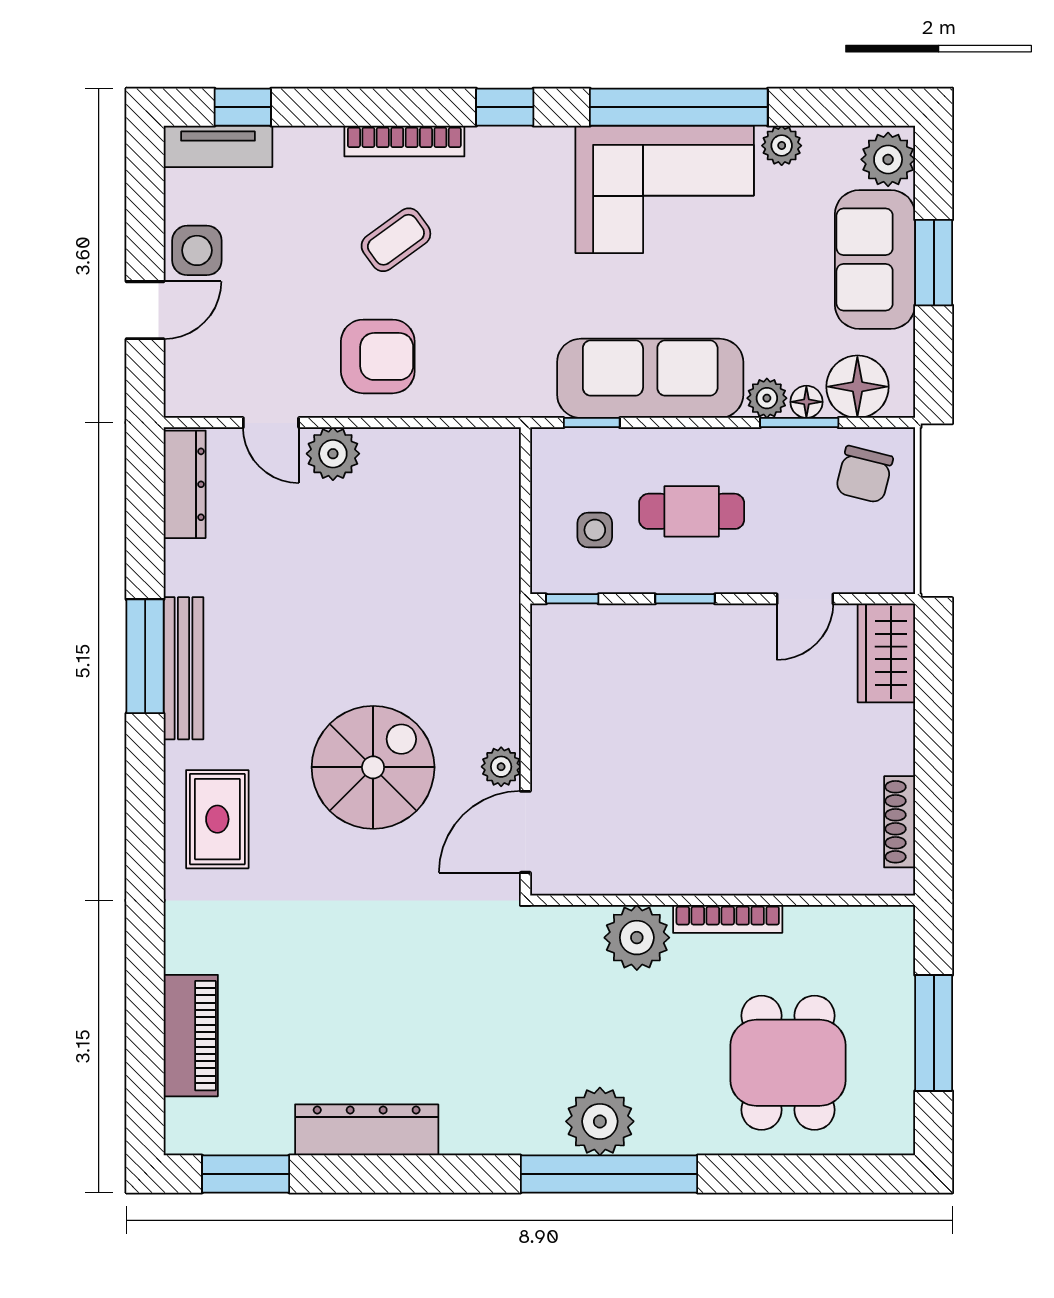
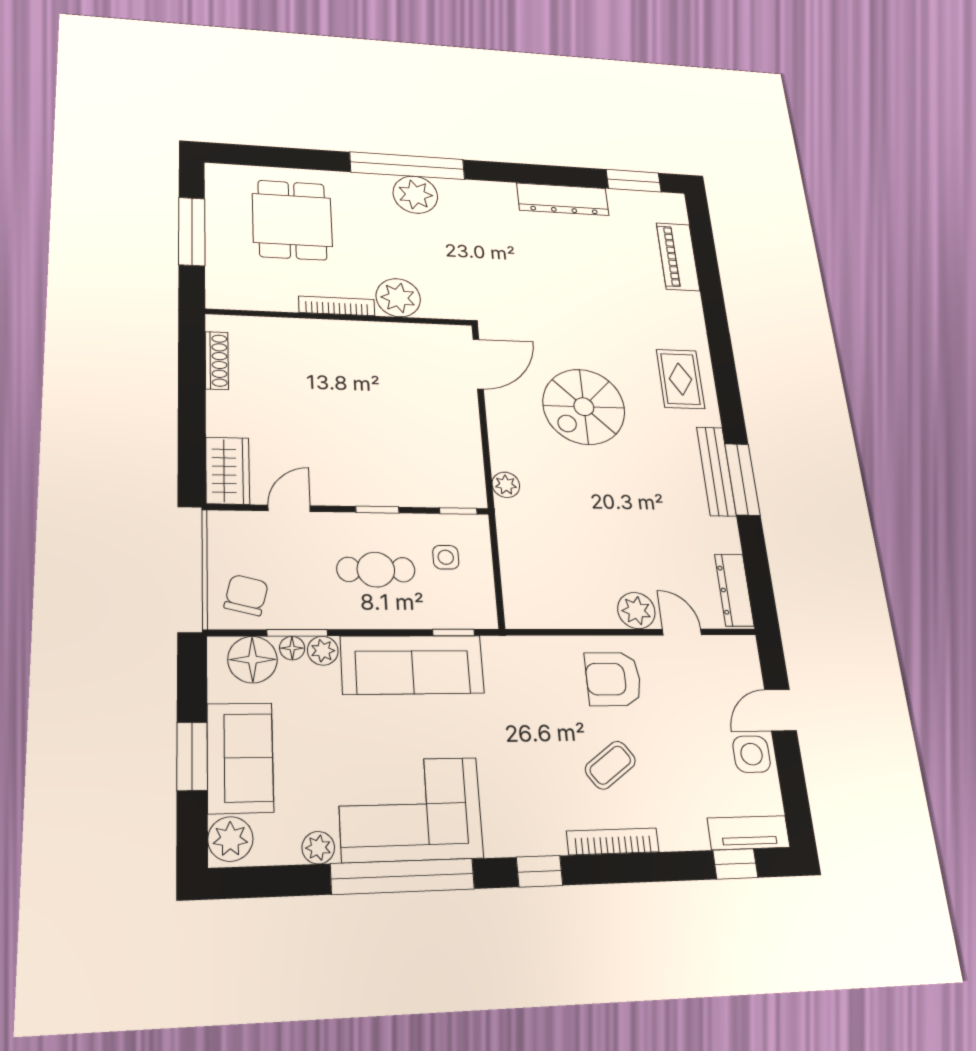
plant: (501, 767) -> (506, 485), moved

